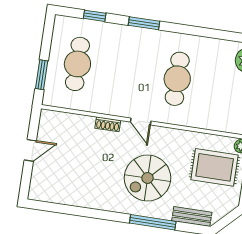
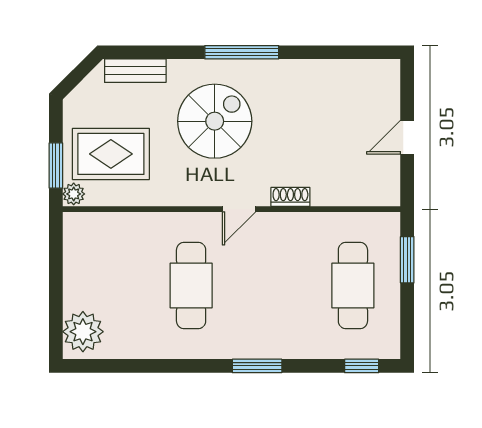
window: (95, 16) -> (362, 366), moved
door: (141, 122) -> (239, 209), swing flipped
window: (153, 222) -> (242, 52), moved

